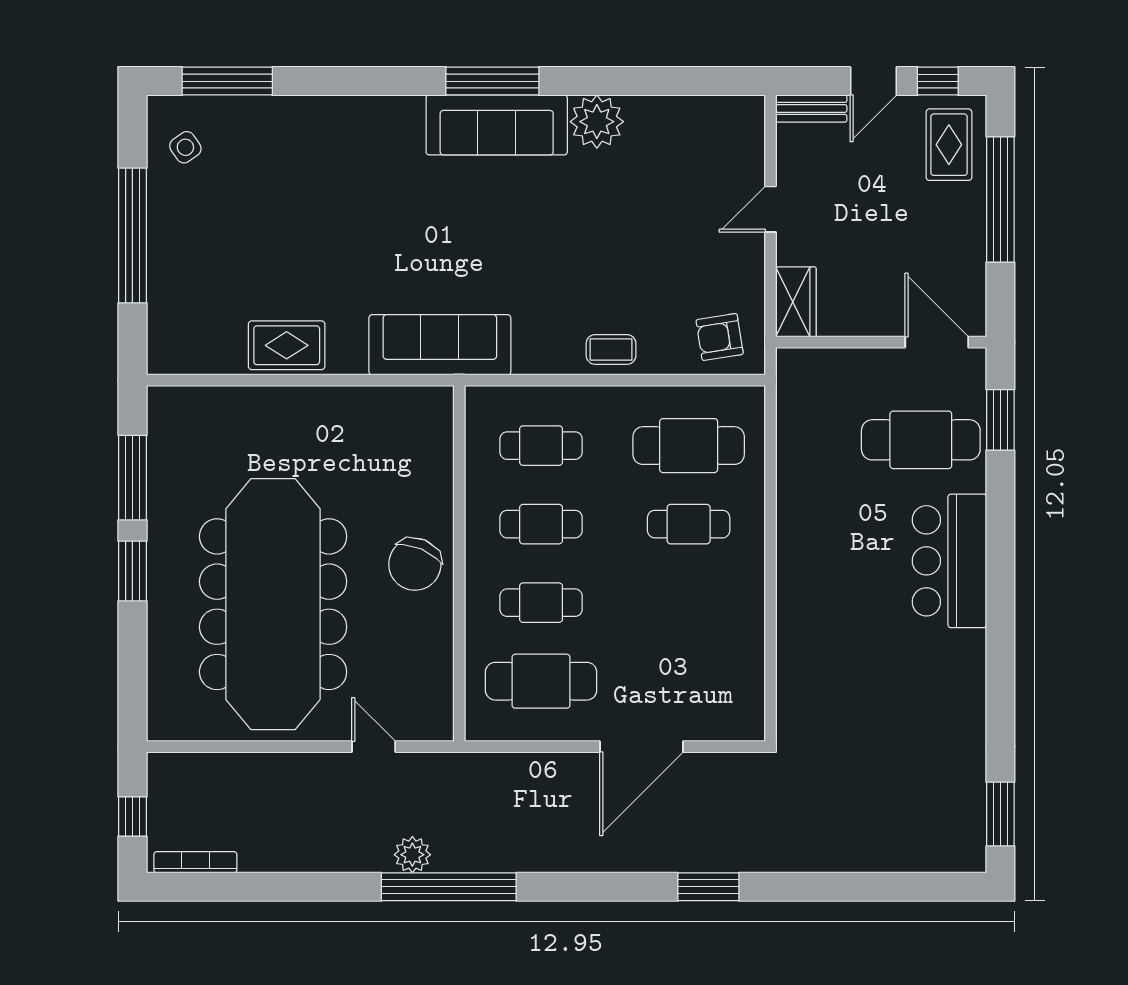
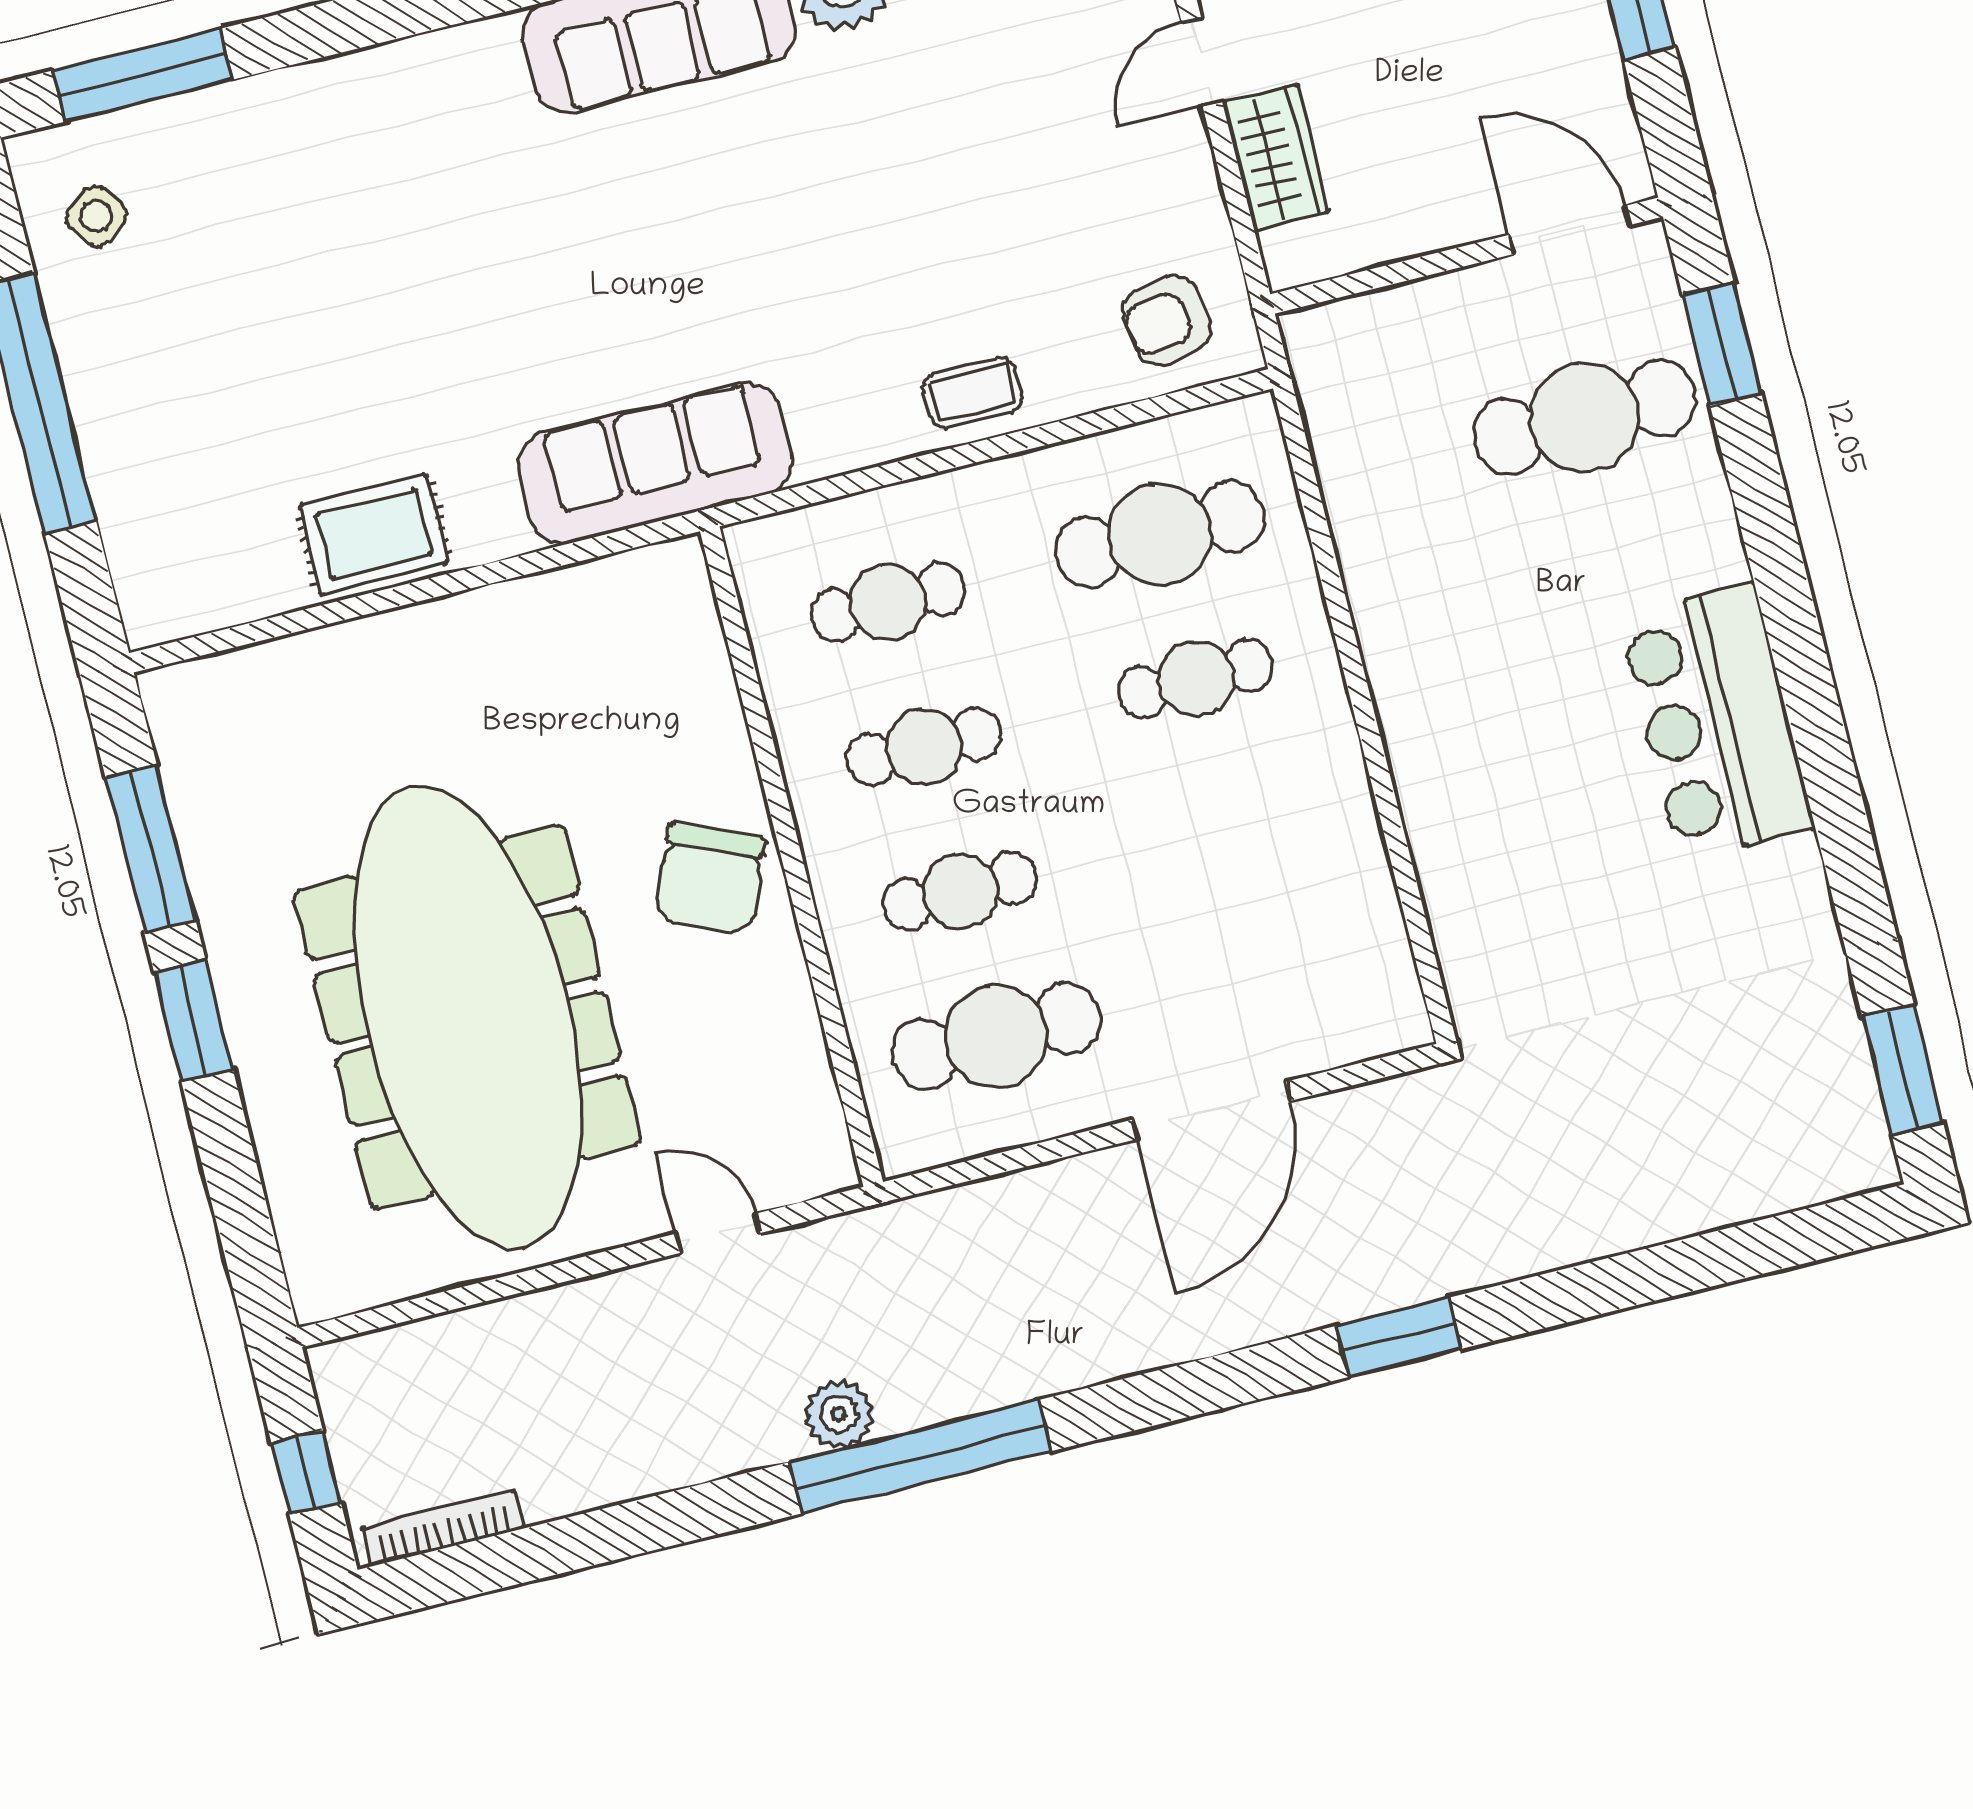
wardrobe: (796, 302) -> (1275, 157), moved
bar counter: (949, 561) -> (1717, 722), moved

